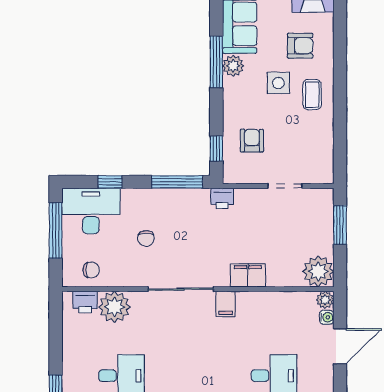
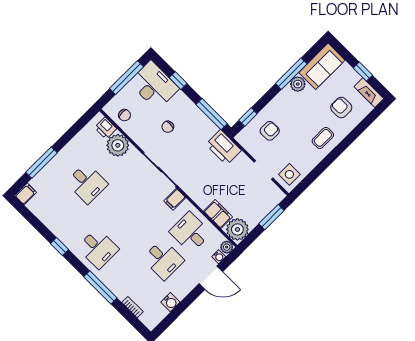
armchair: (300, 46) -> (341, 107), turned 180
side table: (278, 83) -> (289, 174), moved
printer: (222, 198) -> (224, 147), width x1.87, depth x1.48
filing cabinet: (248, 275) -> (218, 214), moved
desk: (274, 322) -> (190, 232), added

